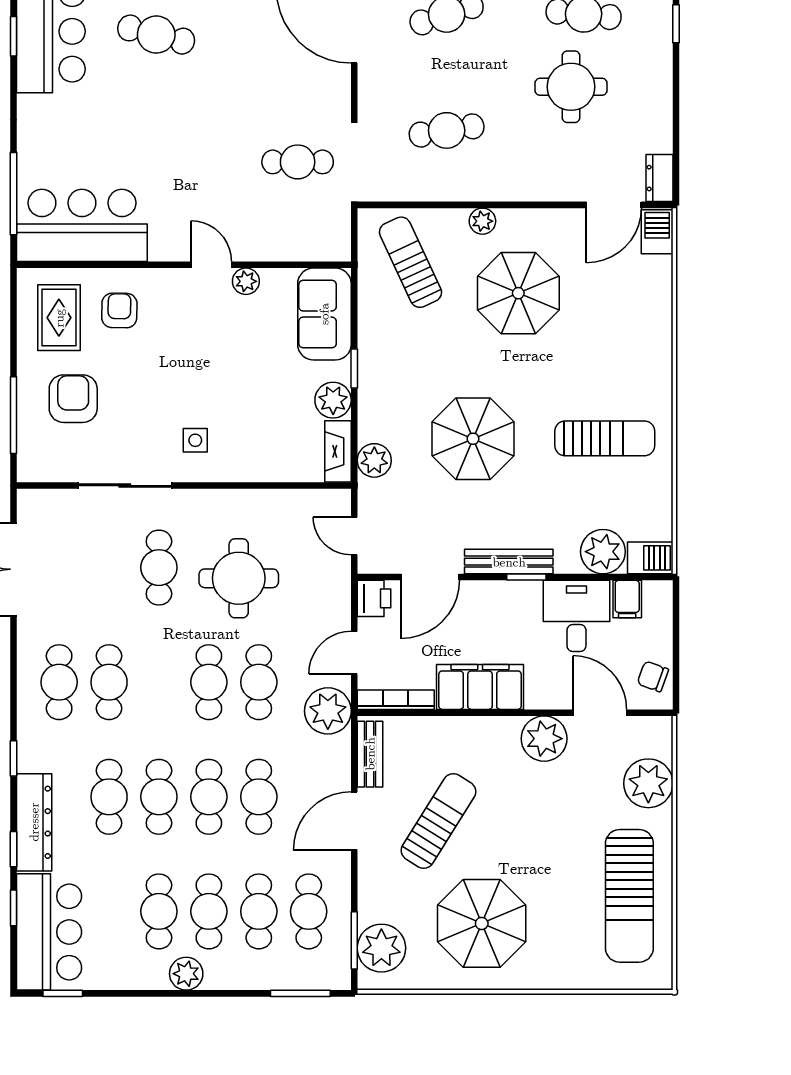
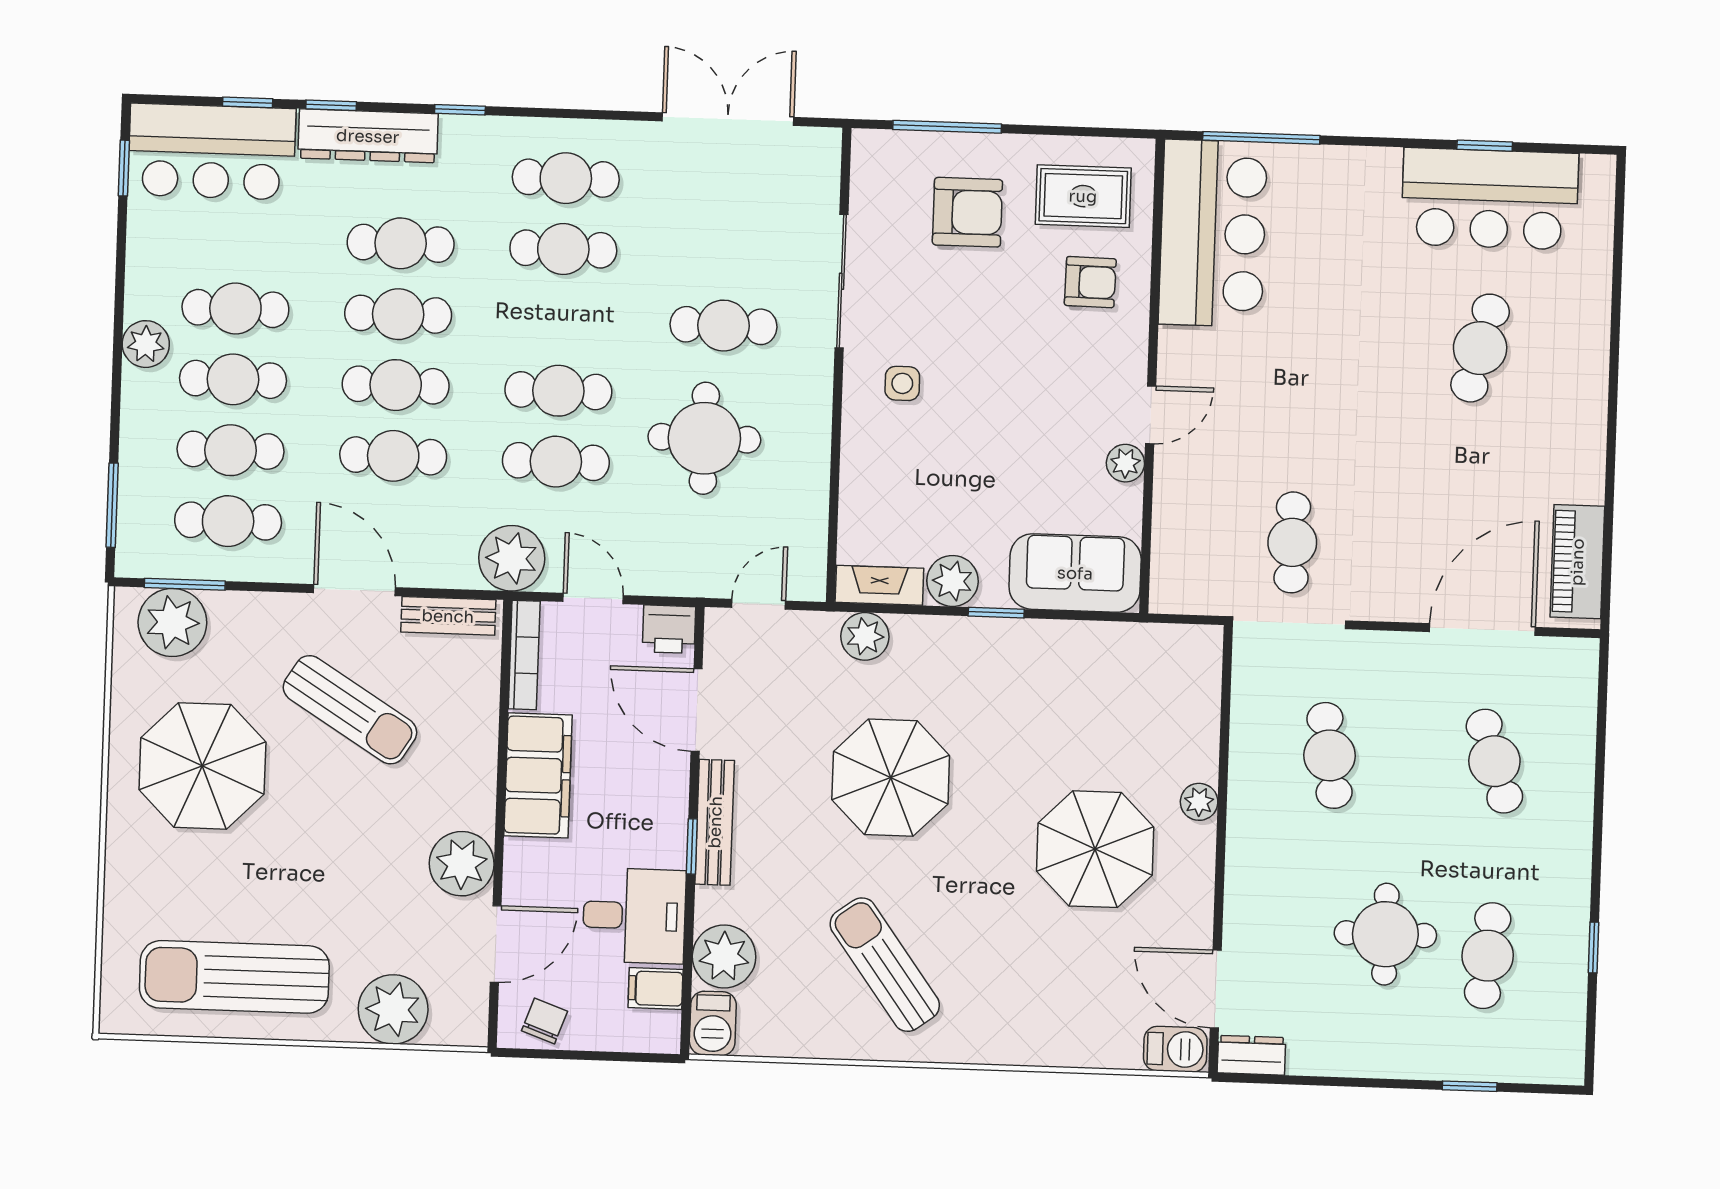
sun lounger: (410, 262) -> (1144, 698), removed
sun lounger: (605, 438) -> (885, 965), turned 144

